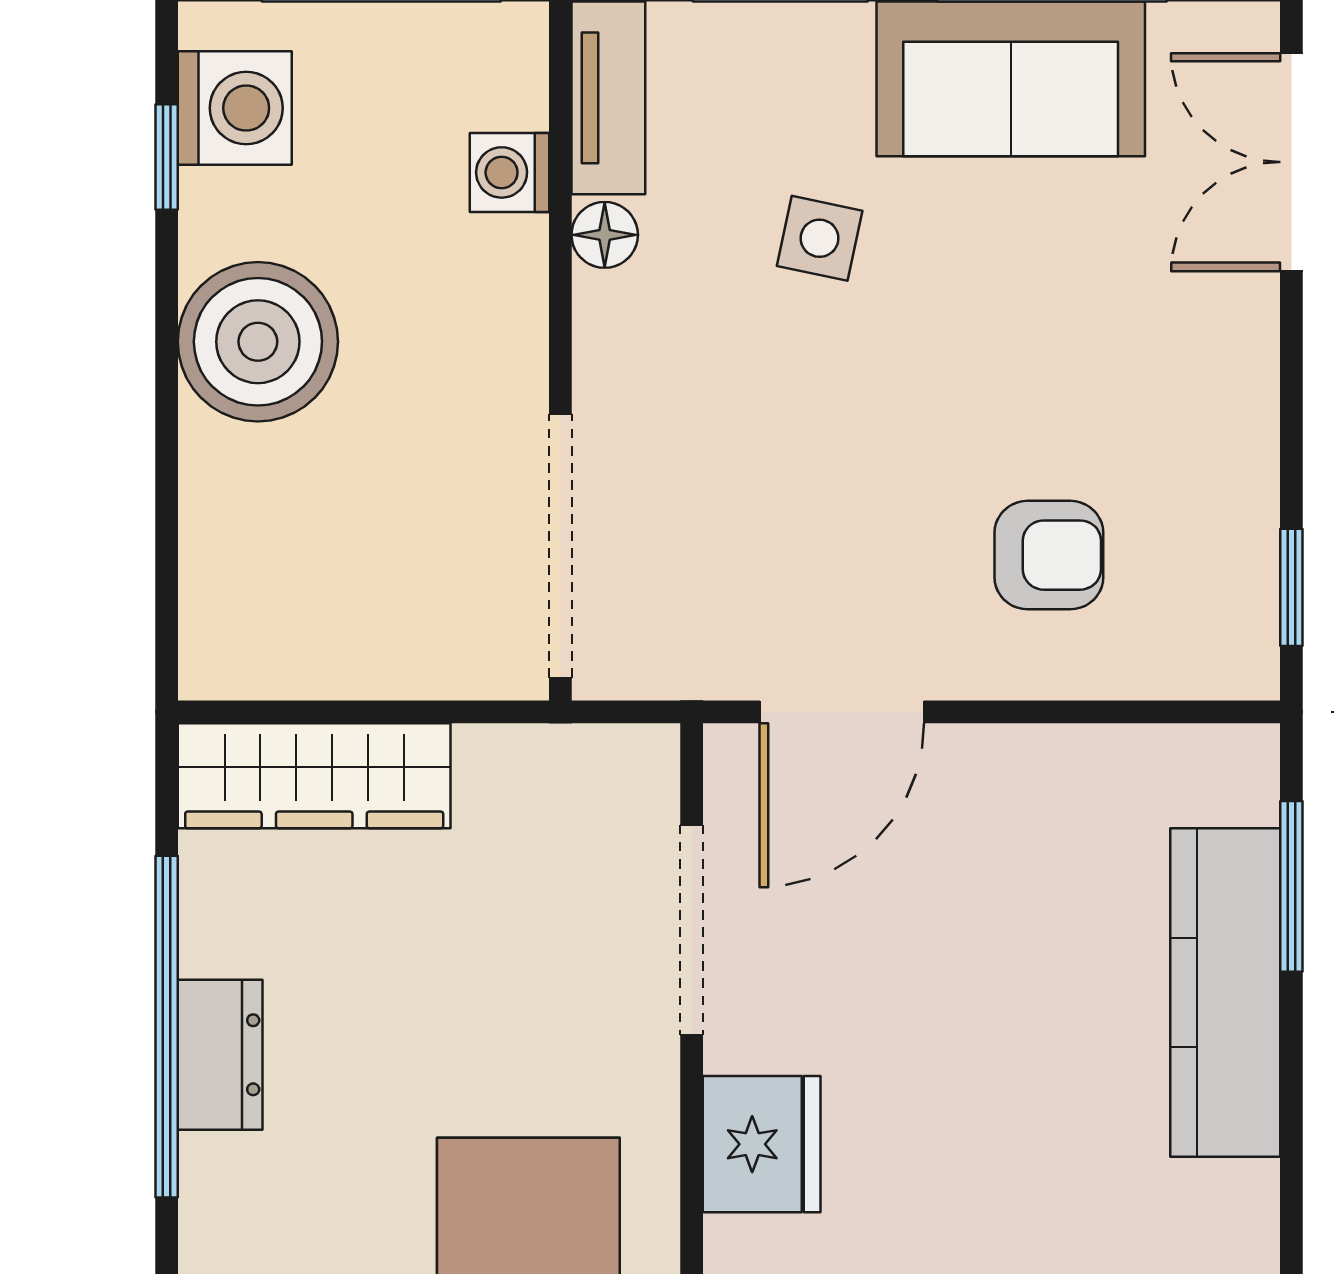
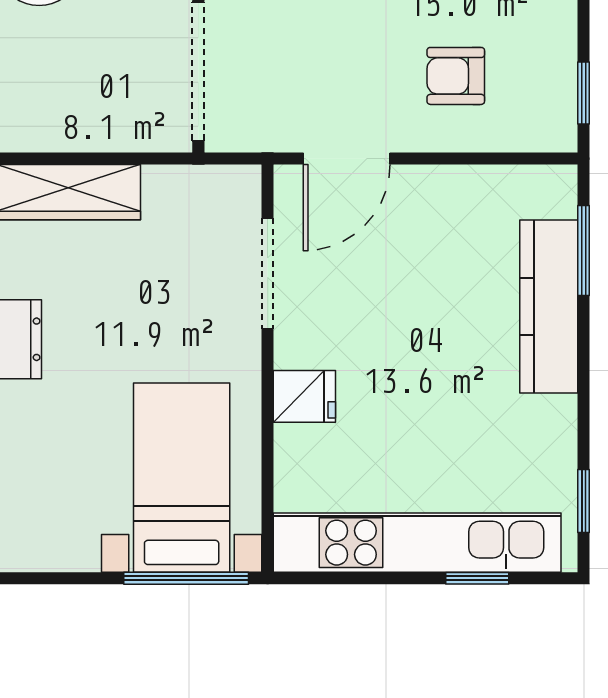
armchair: (1049, 555) -> (456, 76), turned 180
fridge: (762, 1144) -> (304, 396), width x0.72

